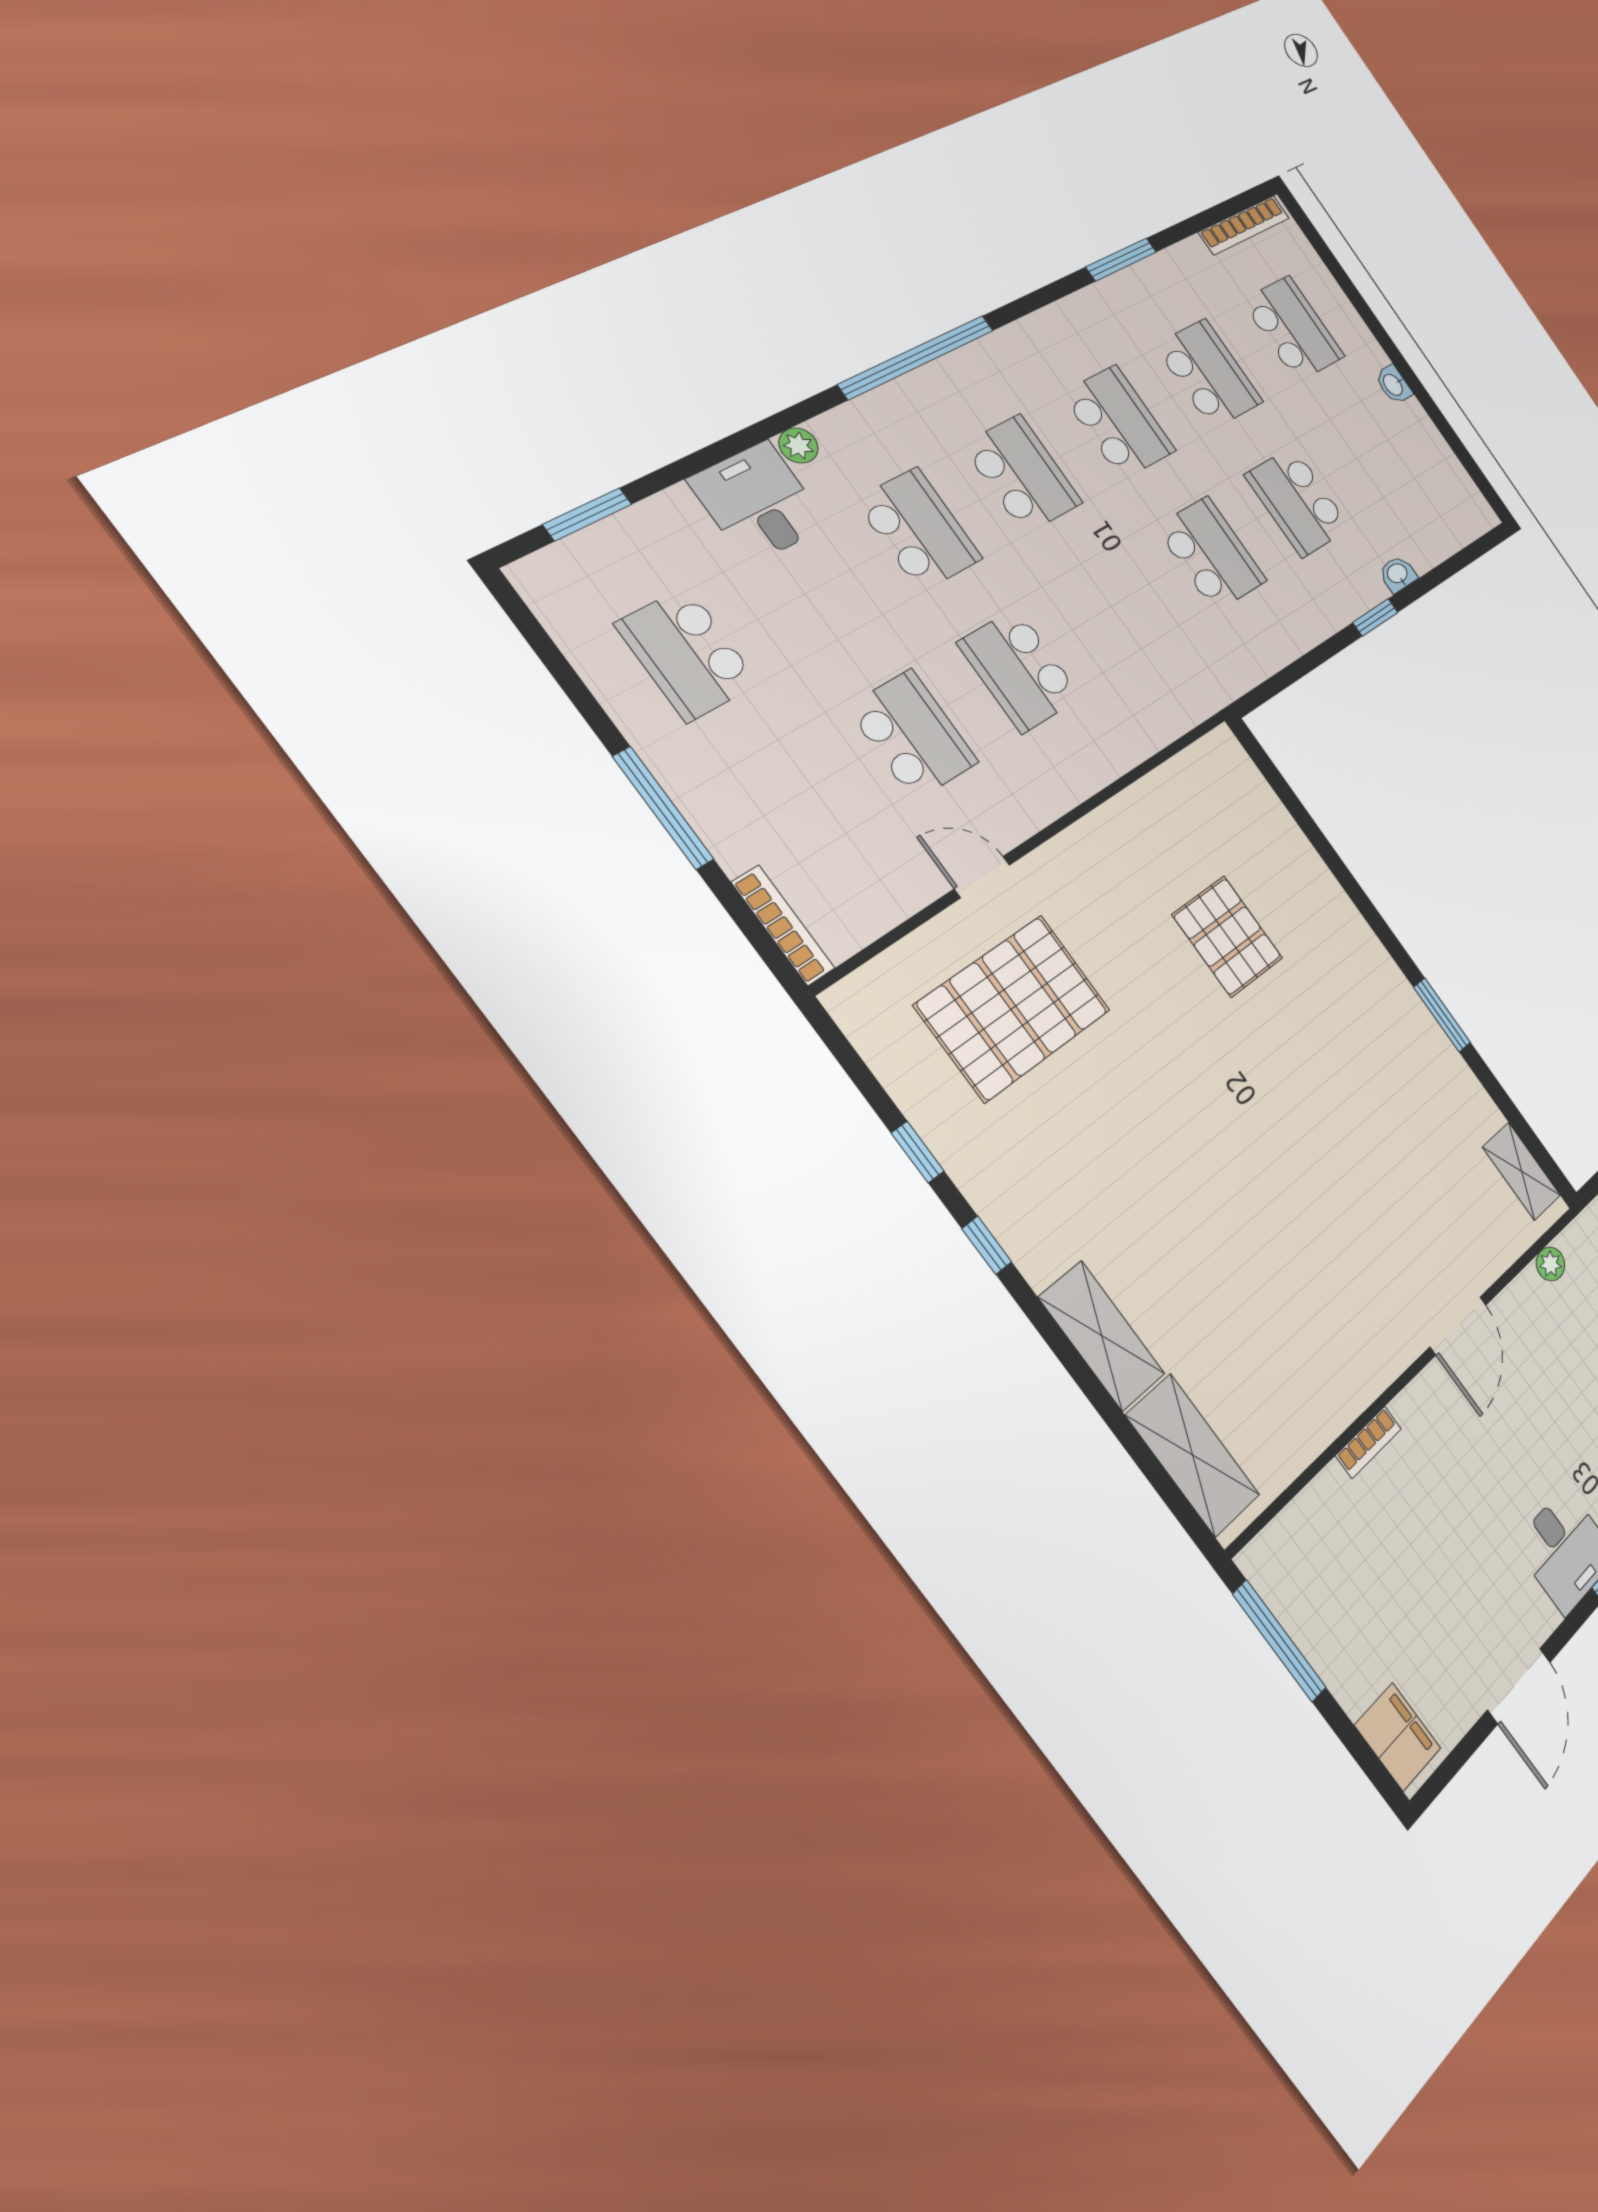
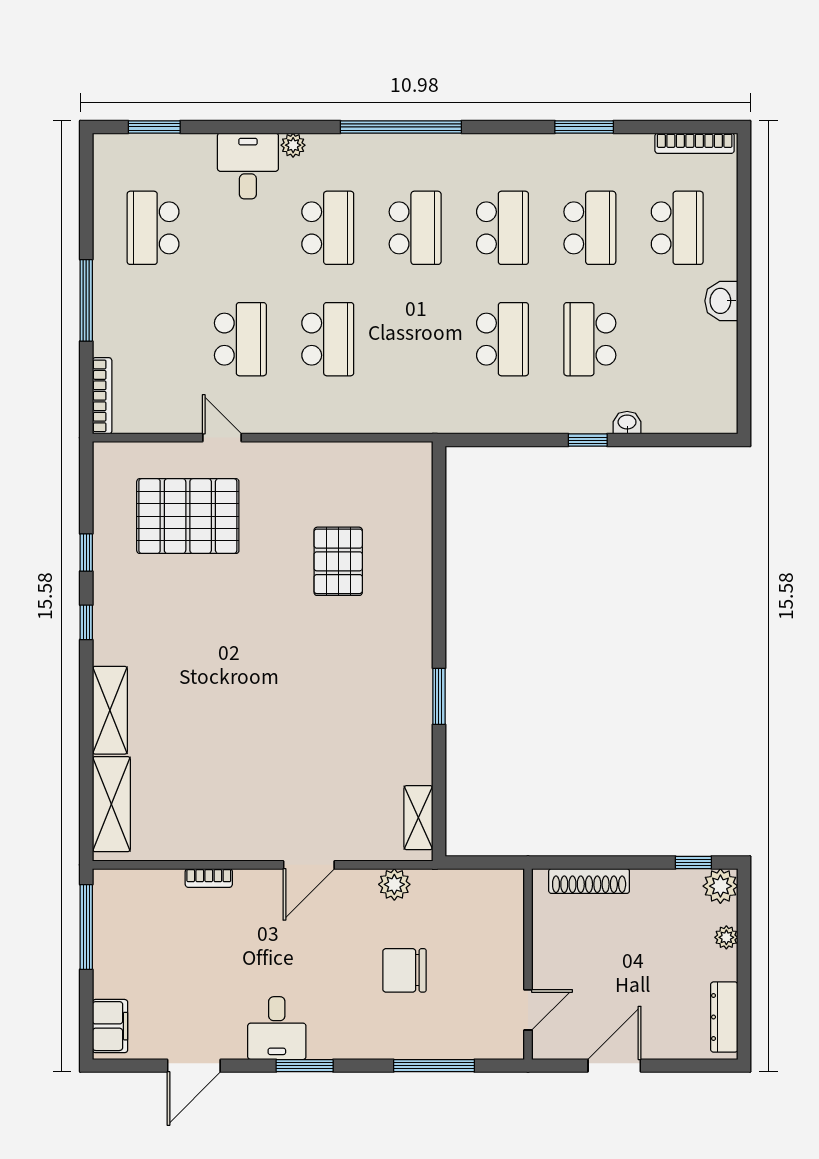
washbasin: (1393, 385) -> (721, 301), width x1.38, depth x1.45
school desk: (1020, 670) -> (328, 339), turned 180
plant: (1550, 1264) -> (394, 884), width x1.38, depth x1.38

